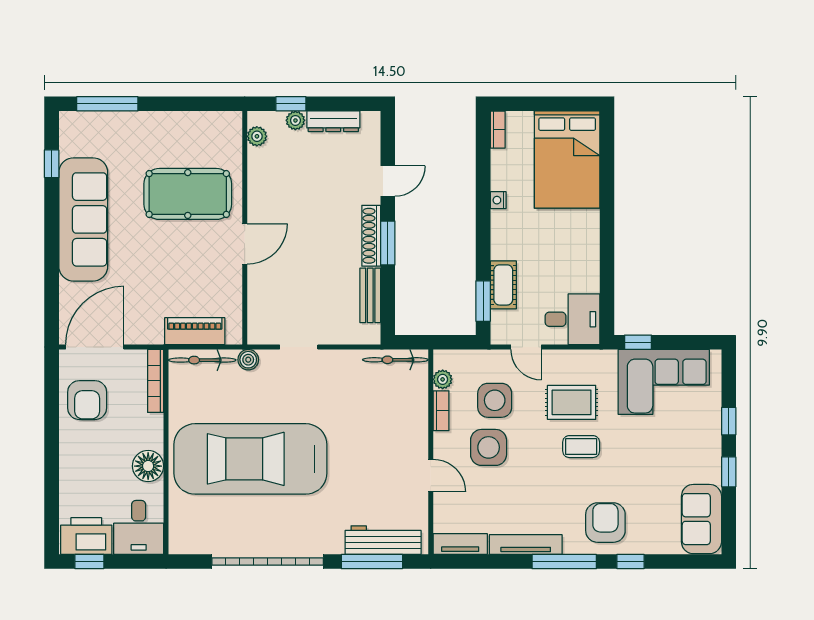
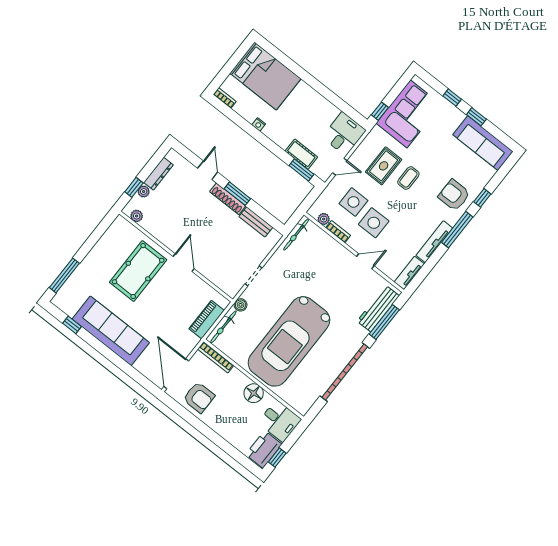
sofa: (701, 519) -> (483, 143), width x1.36

